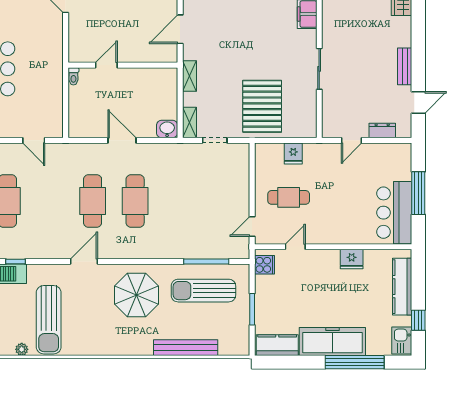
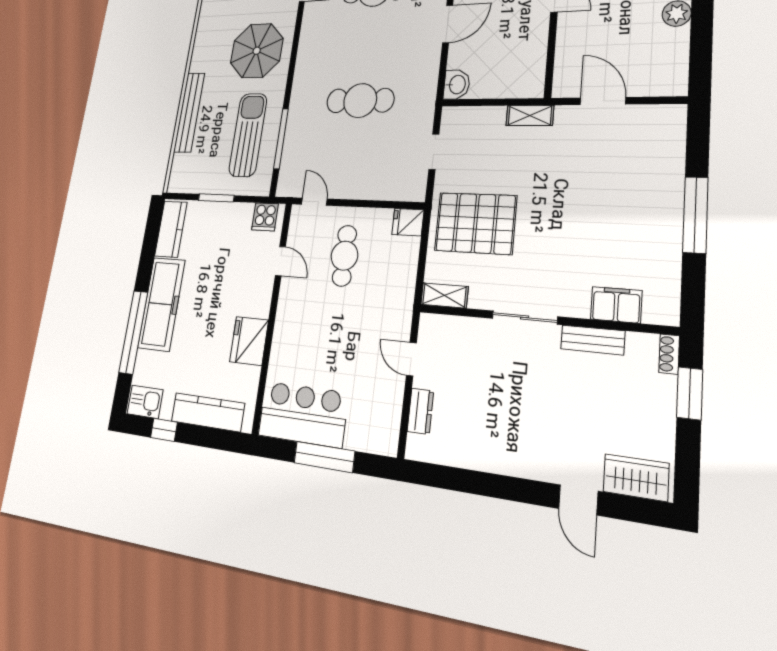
bench: (405, 66) -> (593, 340), moved
door: (418, 103) -> (578, 500), moved
shelving: (190, 122) -> (444, 295), moved
fridge: (293, 154) -> (408, 222), moved
cafe table: (135, 201) -> (360, 101), moved
fridge: (352, 259) -> (249, 341), width x1.36, depth x1.34

